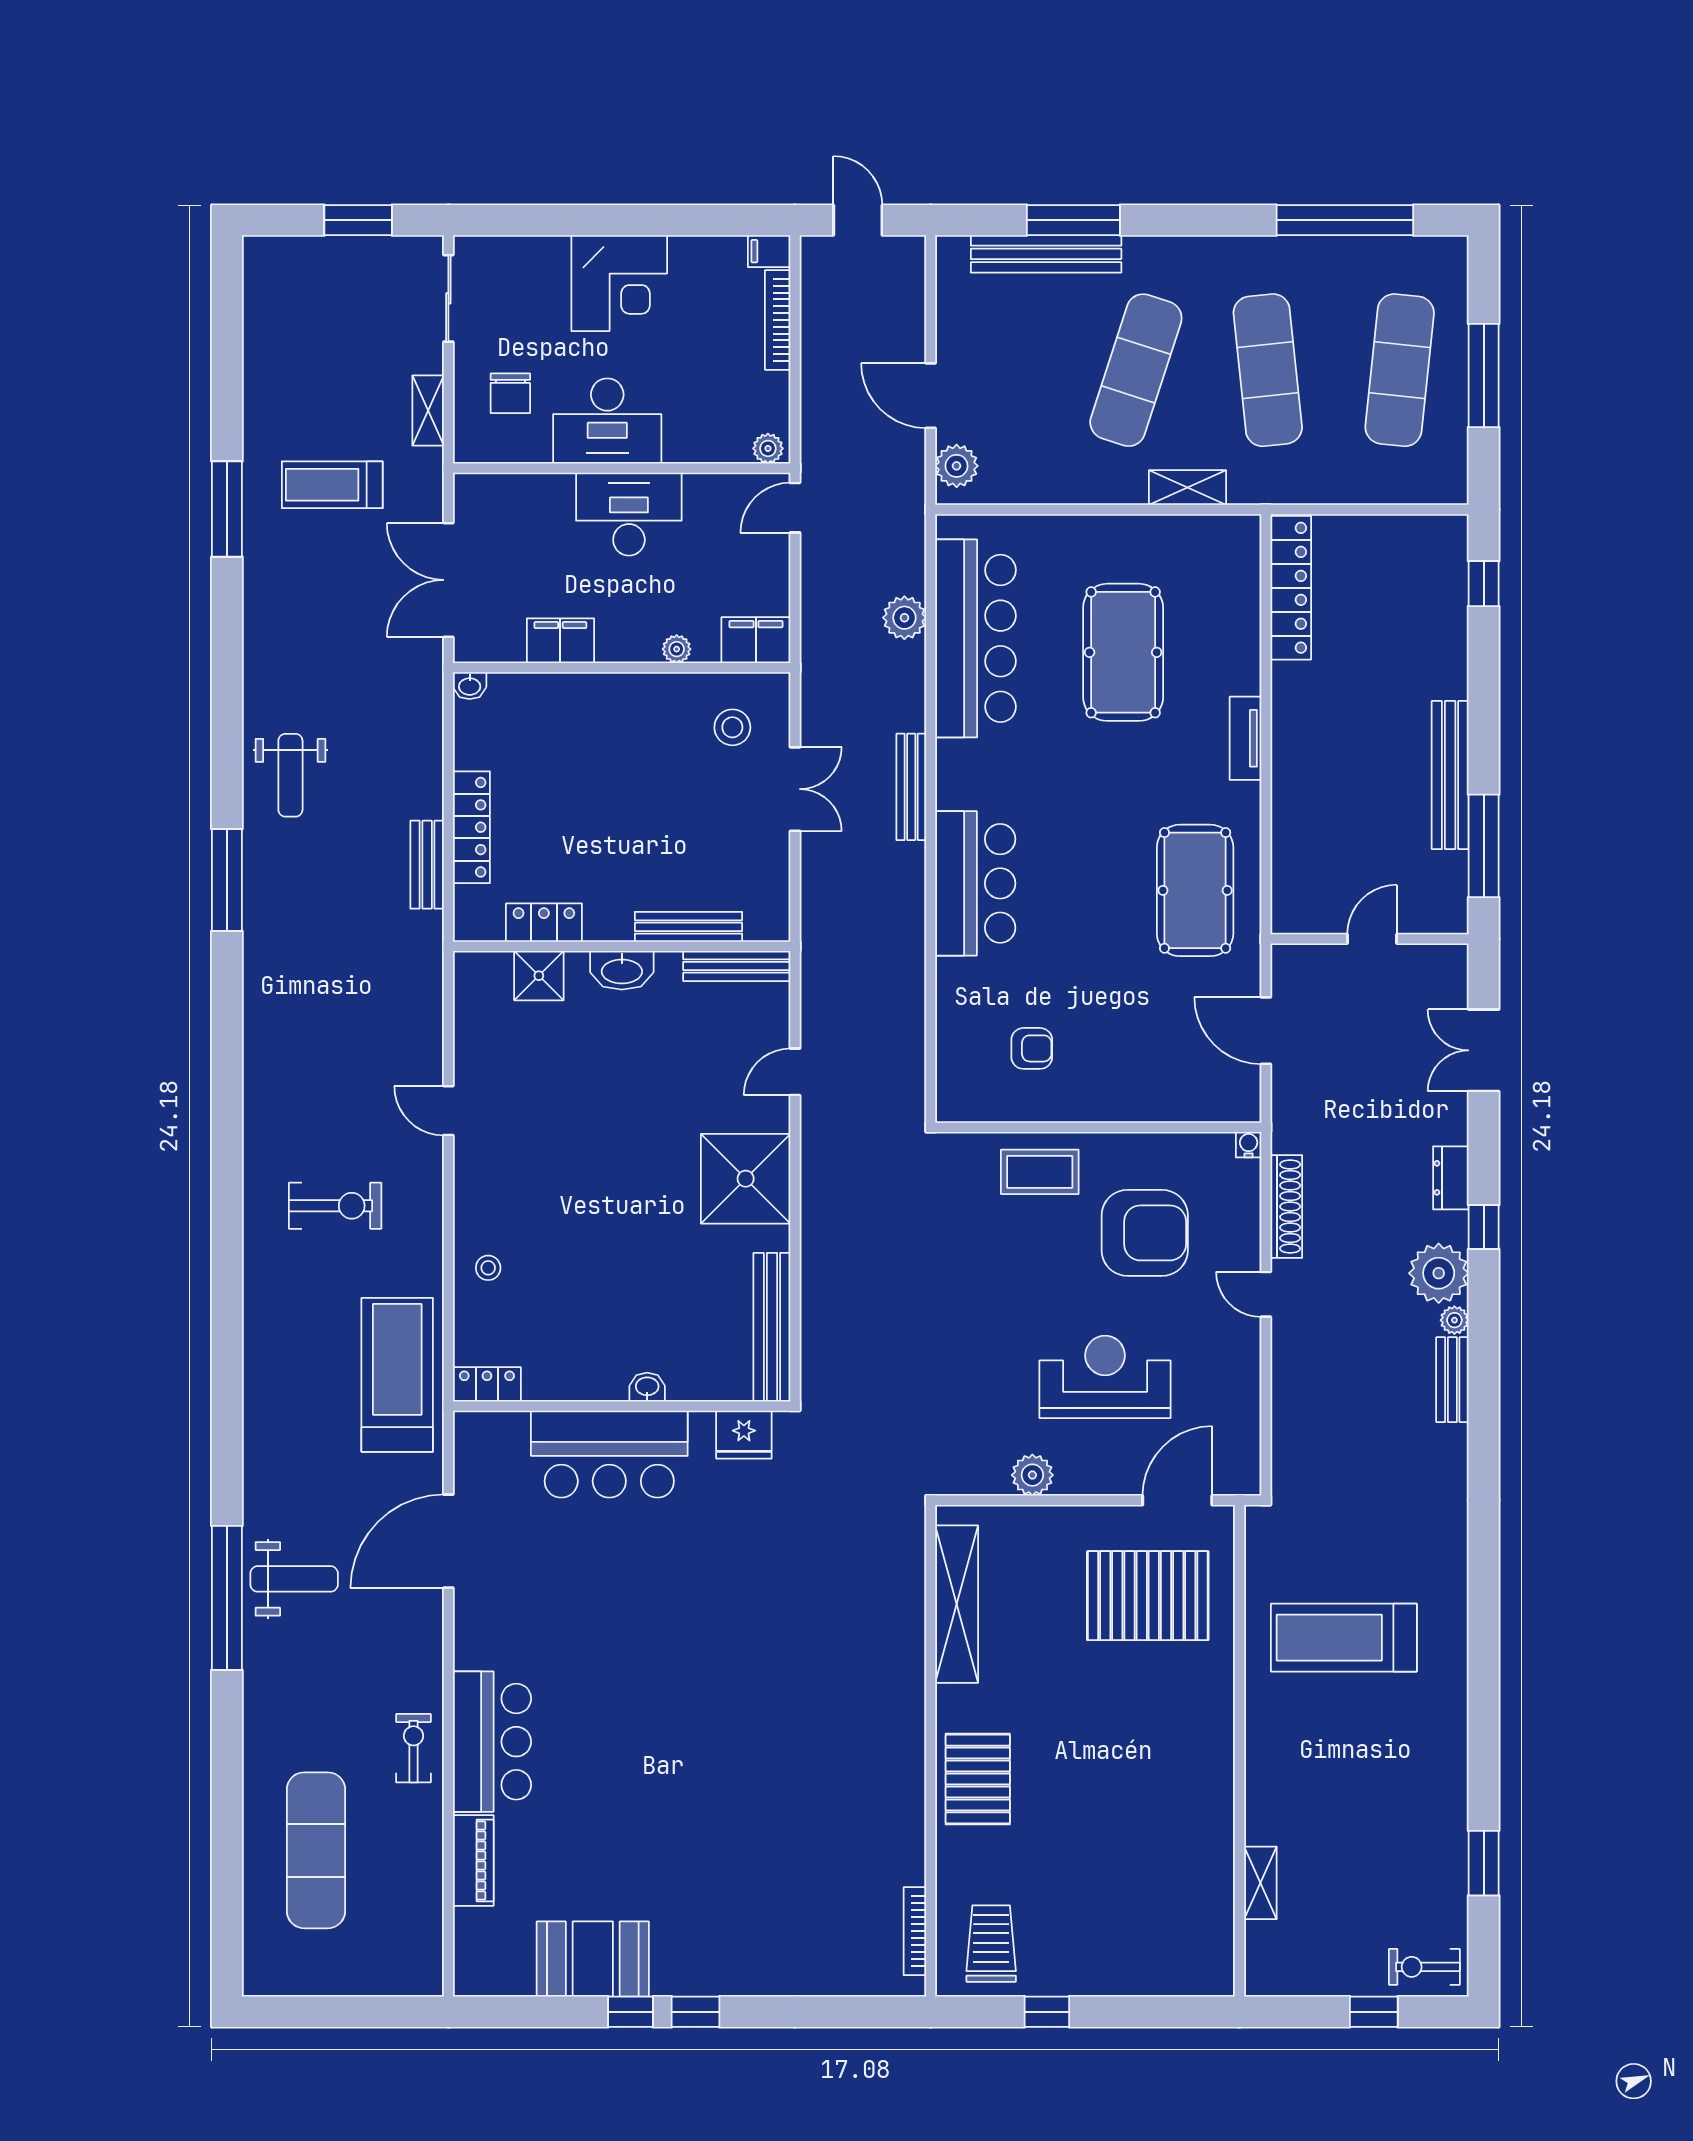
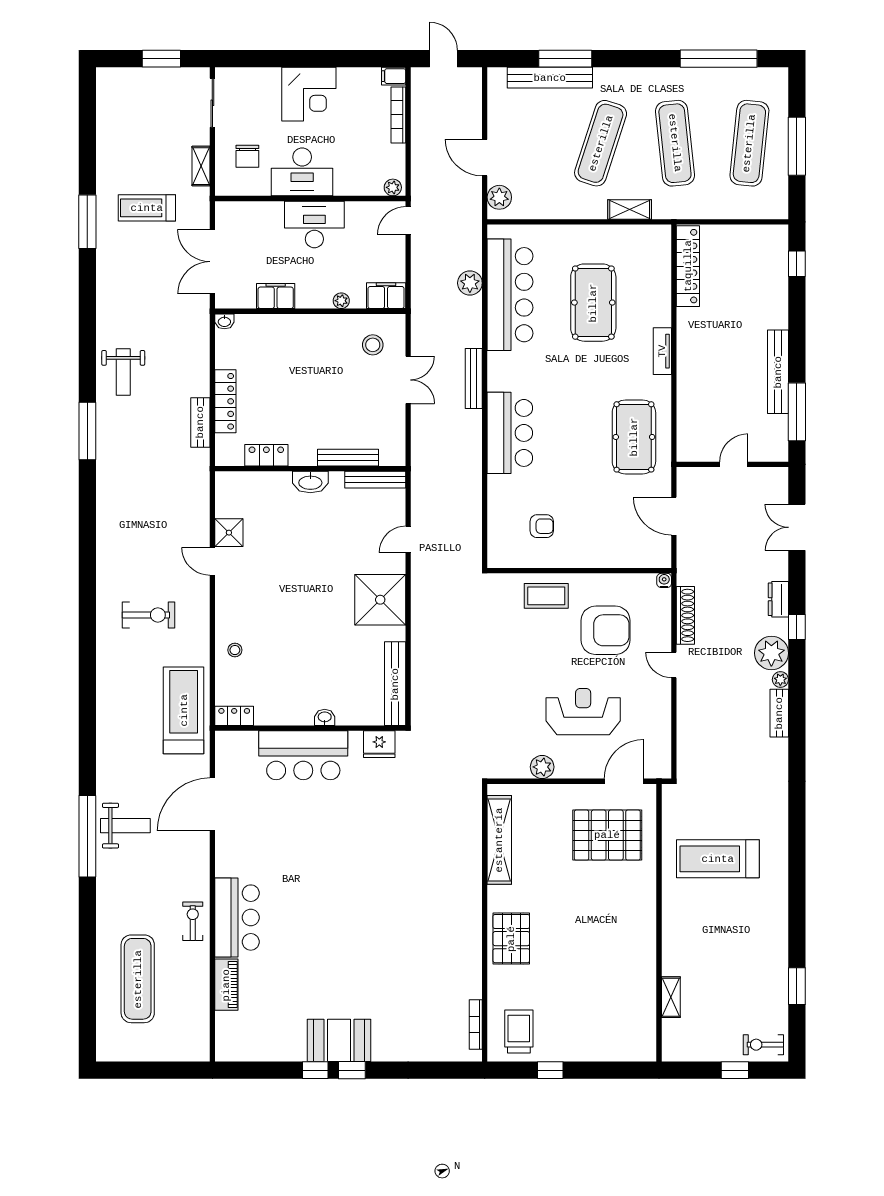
shower: (539, 976) -> (229, 533), moved
booth: (593, 1959) -> (339, 1040), moved

